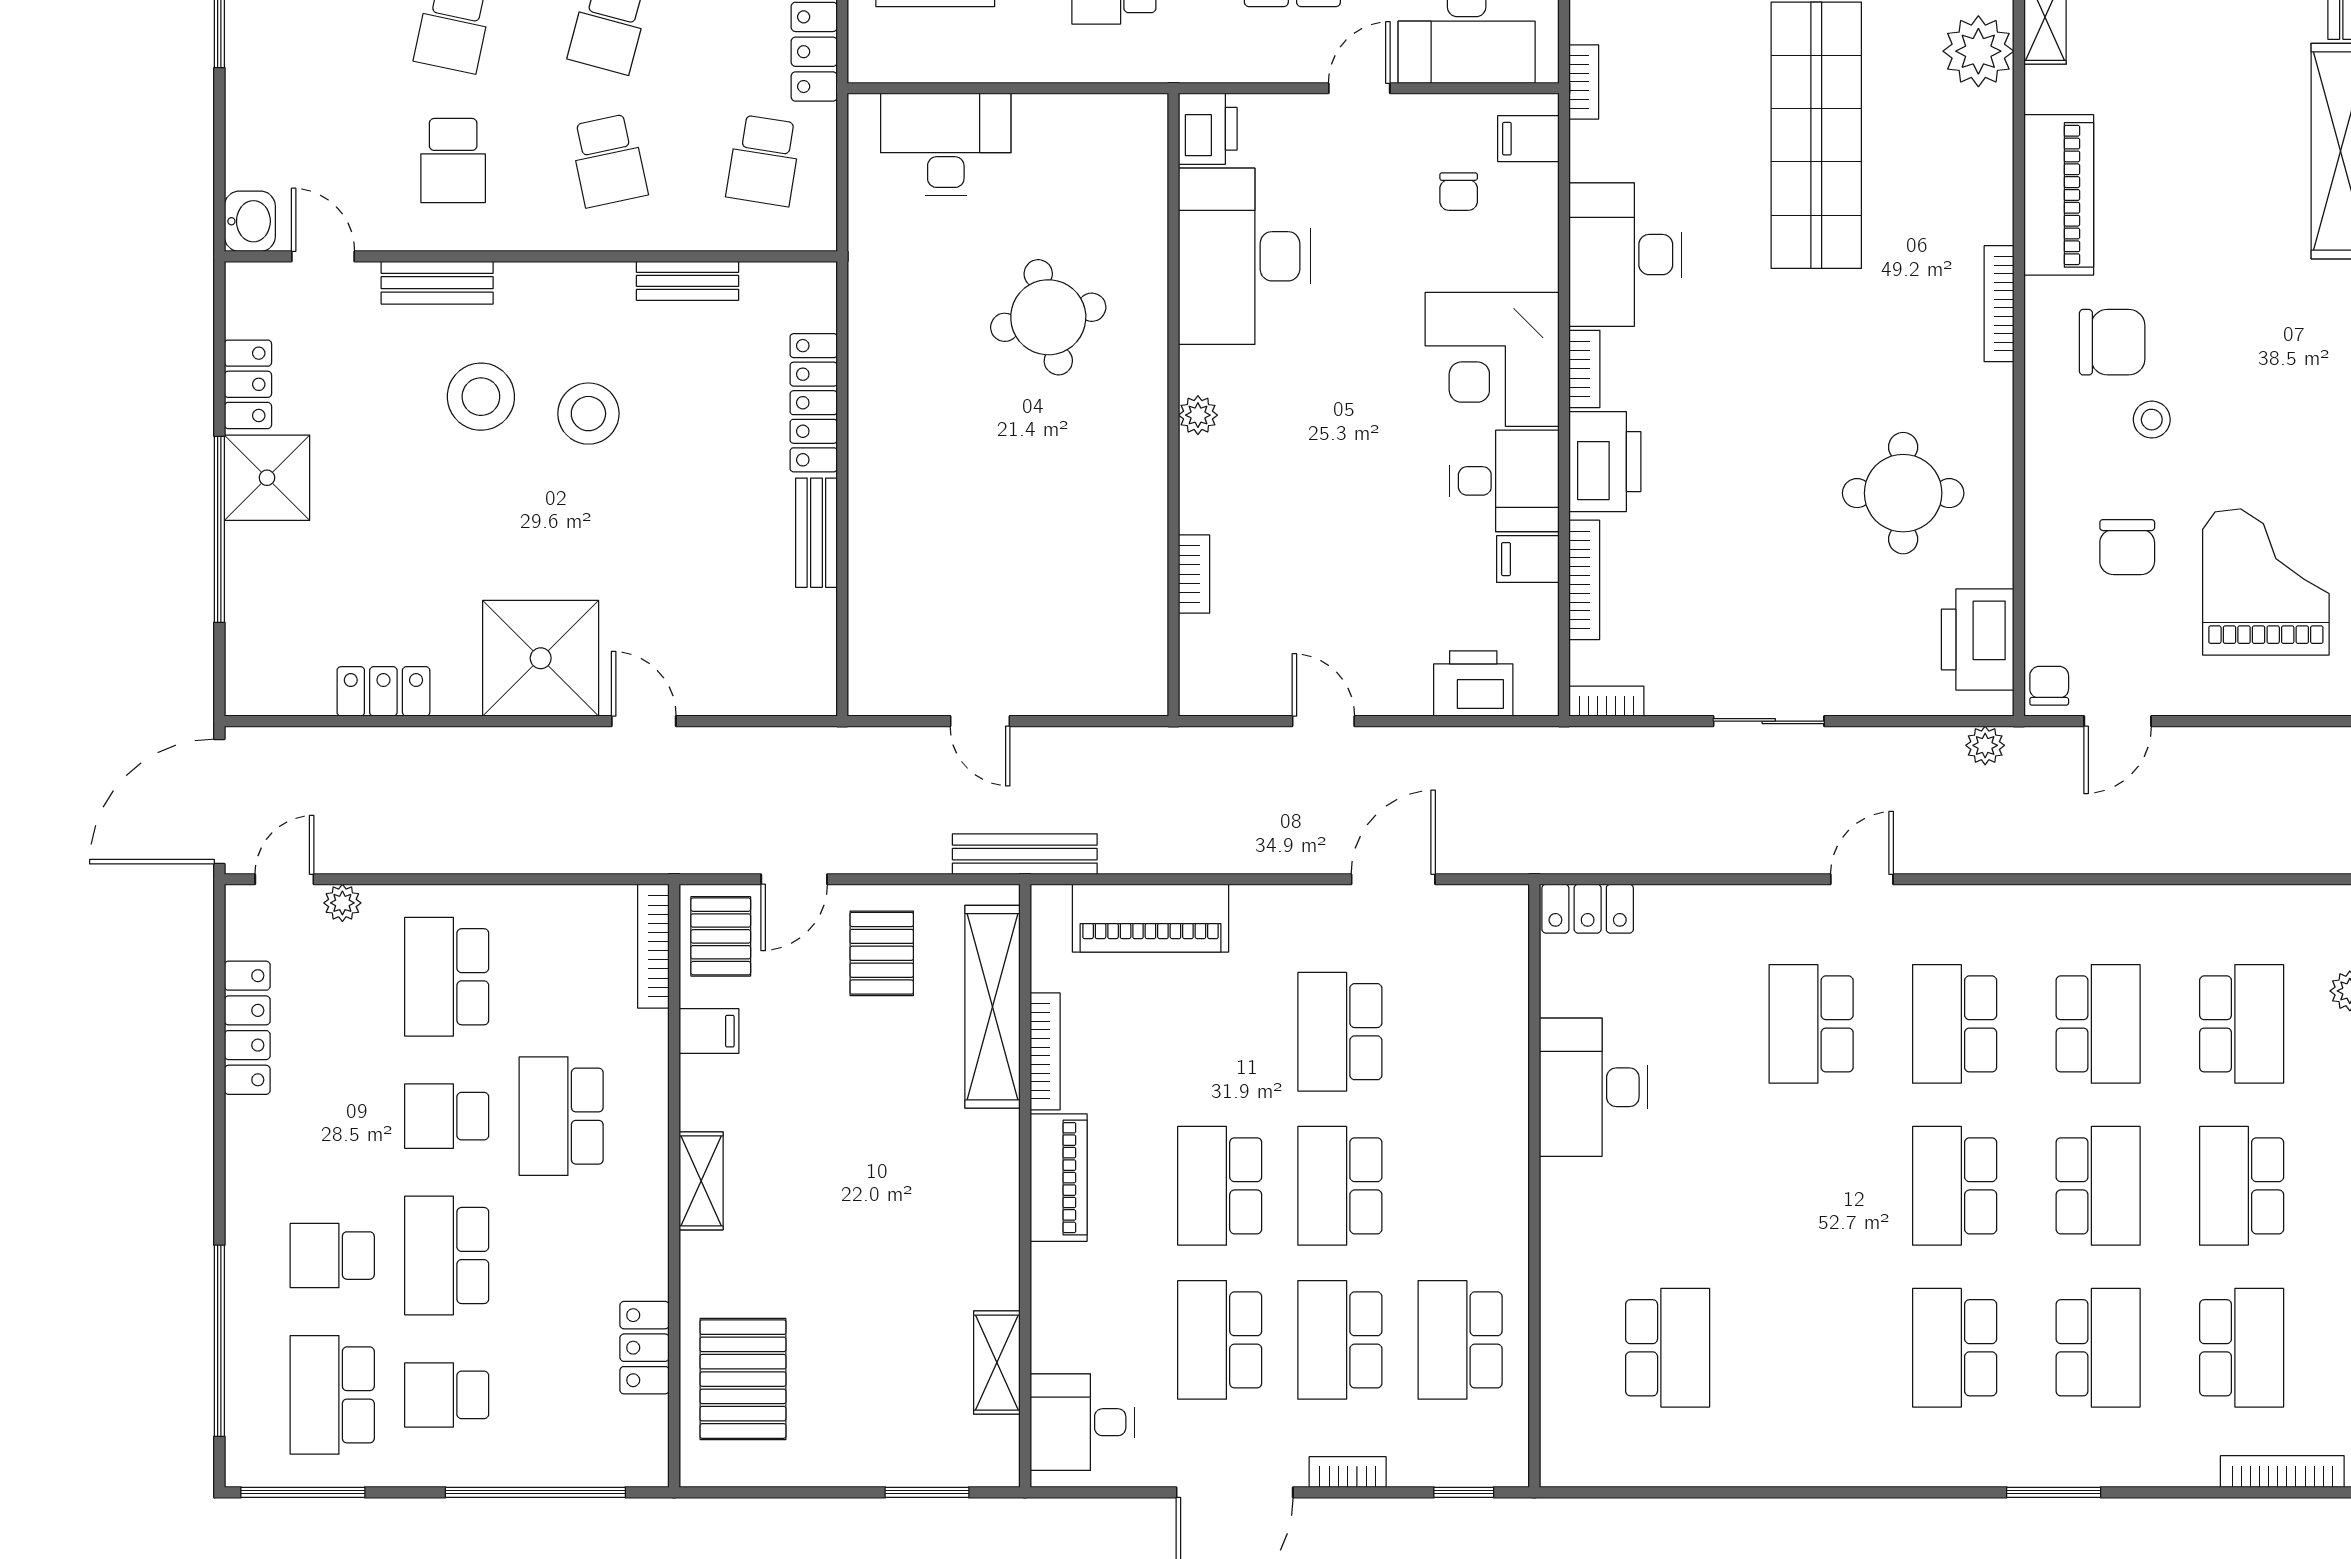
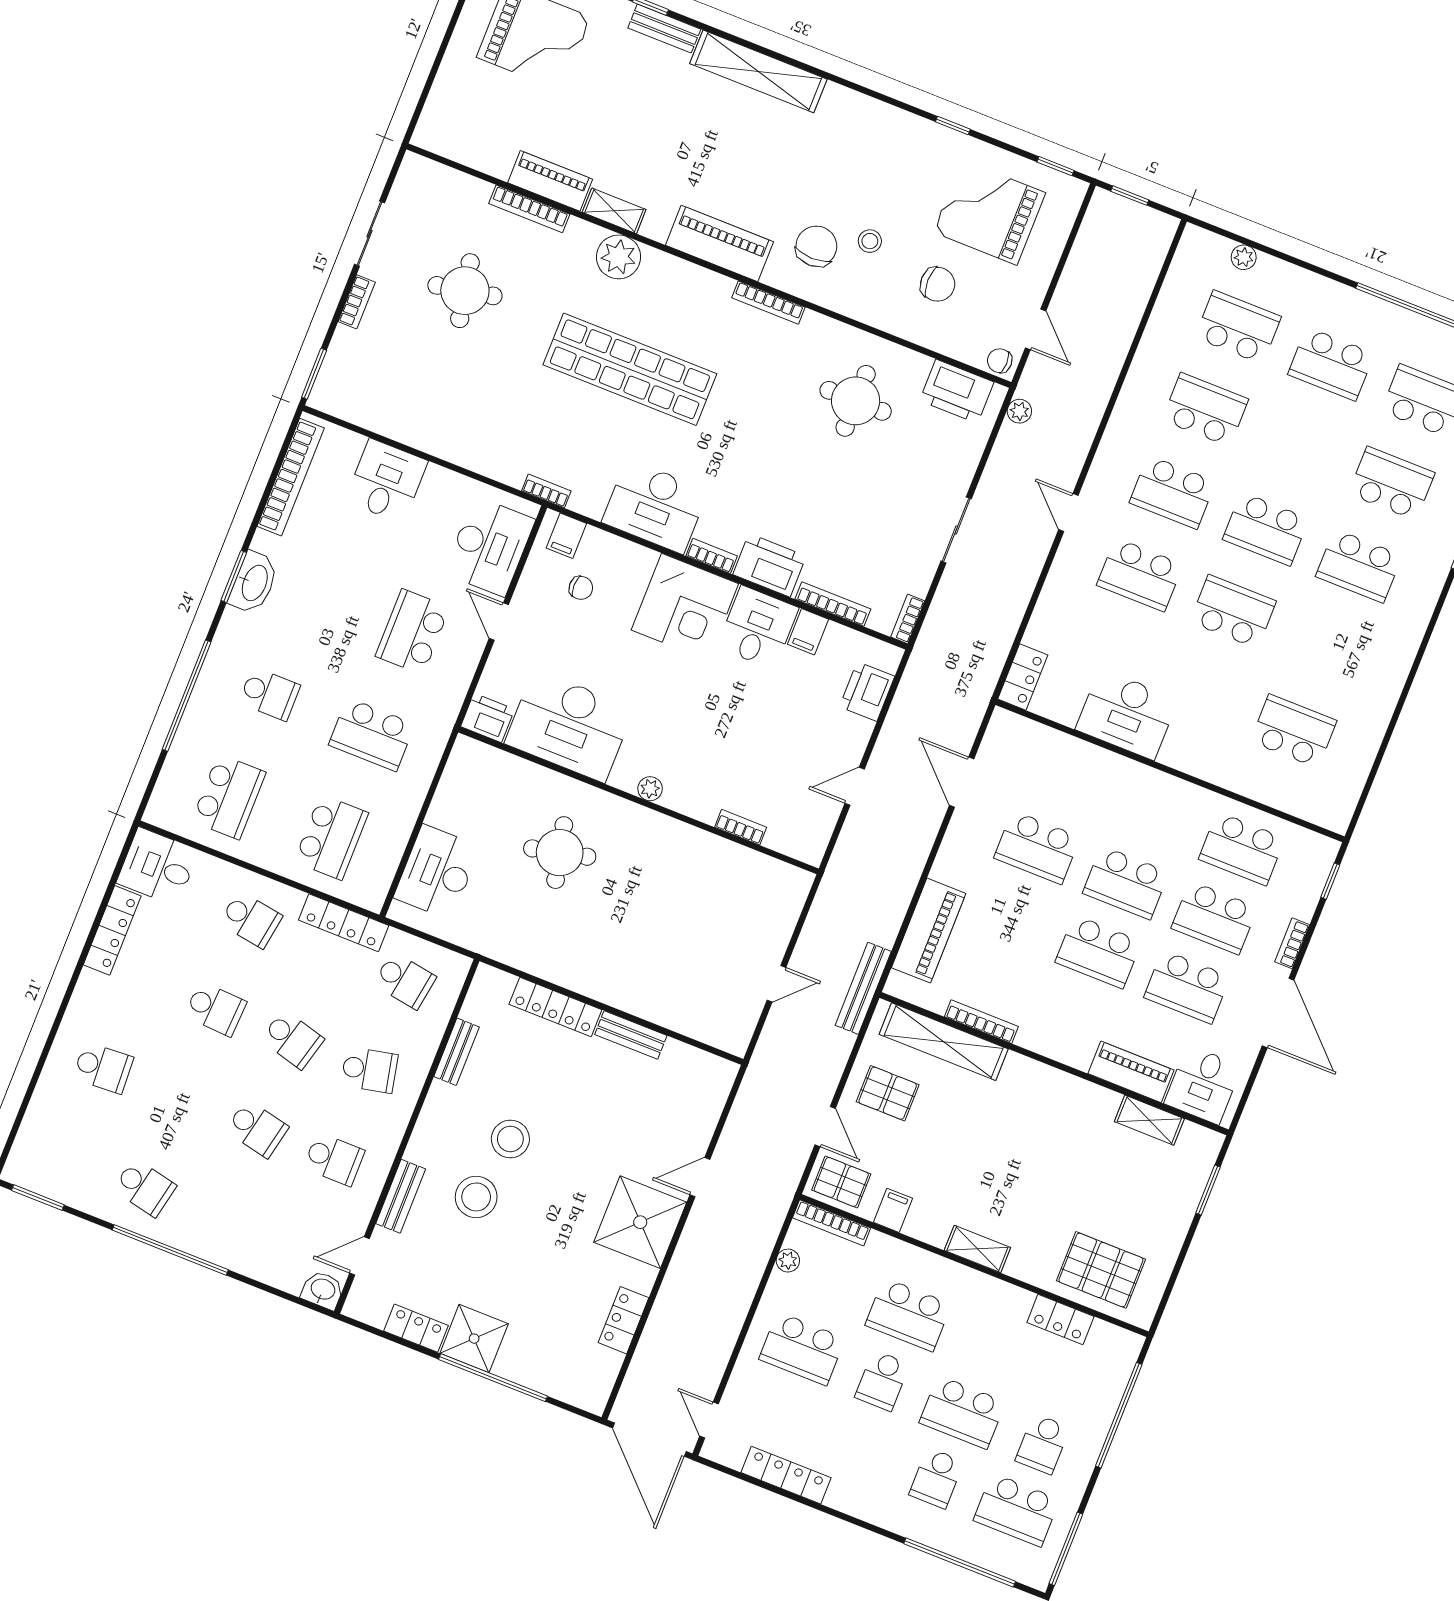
plant: (342, 903) -> (788, 1261), moved
piano: (1059, 1178) -> (1131, 1072), moved
school desk: (2098, 1186) -> (1233, 612), moved

